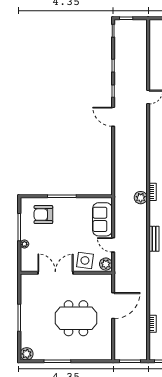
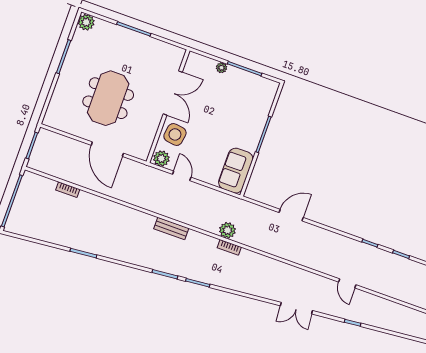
door: (113, 117) -> (291, 215), moved
armchair: (43, 215) -> (249, 104), removed
sofa: (102, 219) -> (236, 171), moved, turned -90
door: (113, 245) -> (182, 176), hinge flipped

